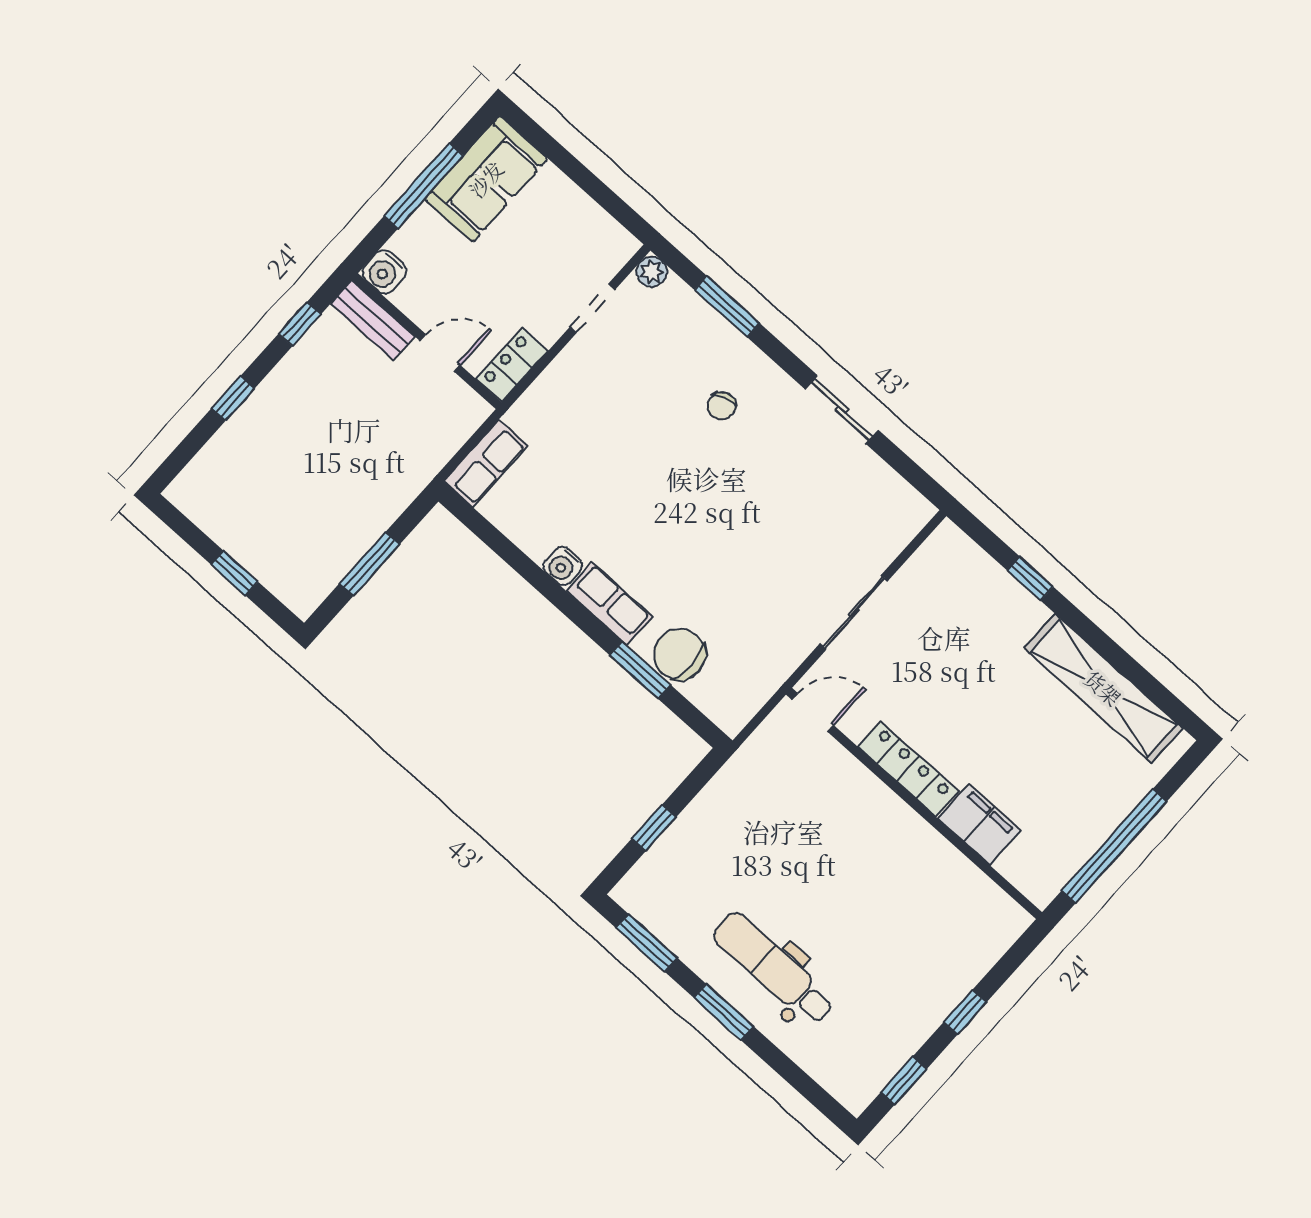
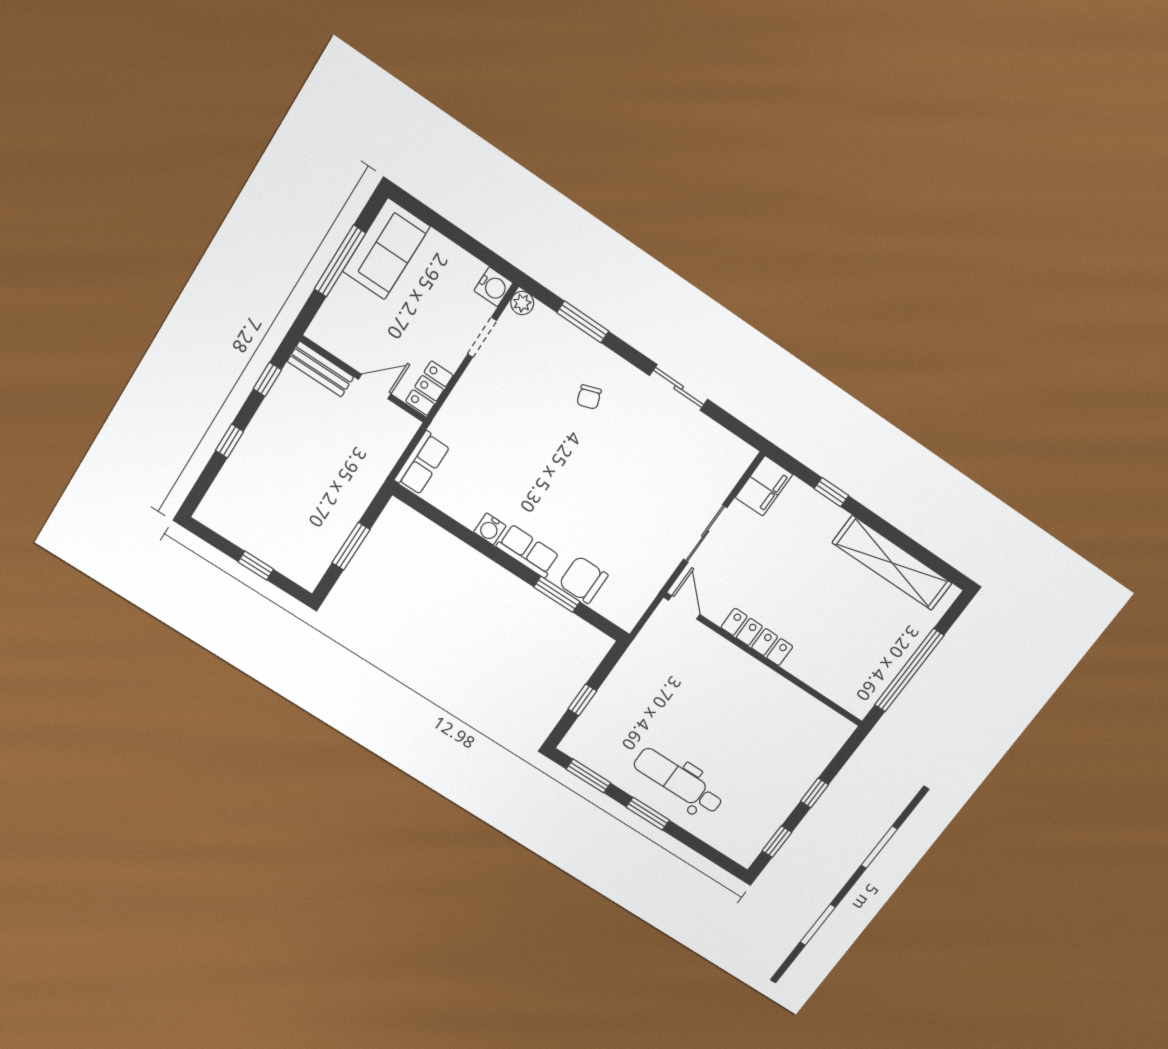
water cooler: (384, 272) -> (493, 287), moved, turned -90
door: (813, 713) -> (684, 607), hinge flipped
filing cabinet: (979, 825) -> (764, 486), moved, turned 90

